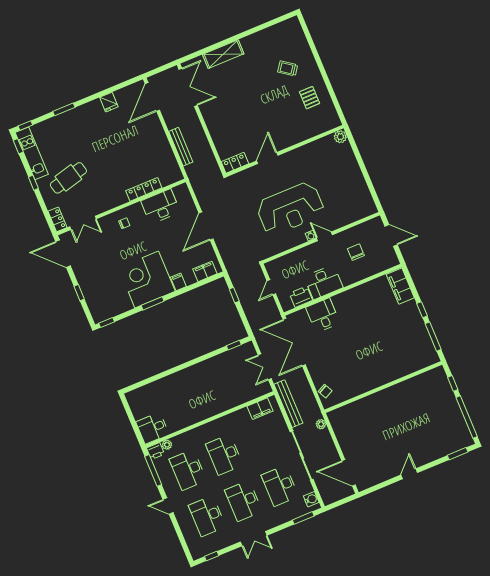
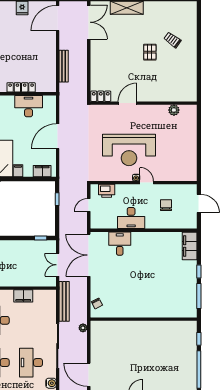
pallet: (310, 98) -> (150, 52), moved
plant: (340, 137) -> (174, 110), moved
printer: (301, 297) -> (107, 191), moved, turned 180
filing cabinet: (260, 409) -> (23, 296), moved

